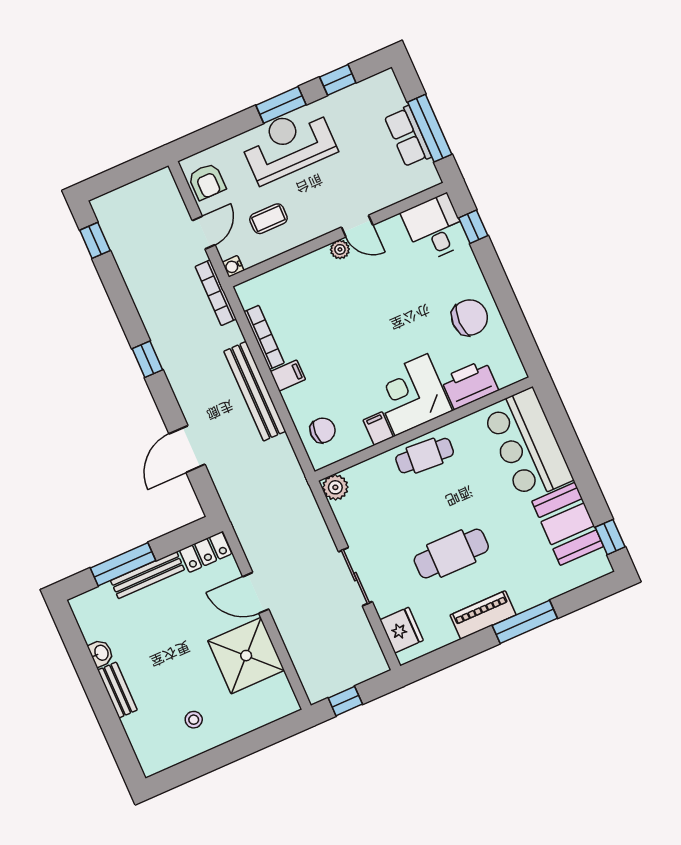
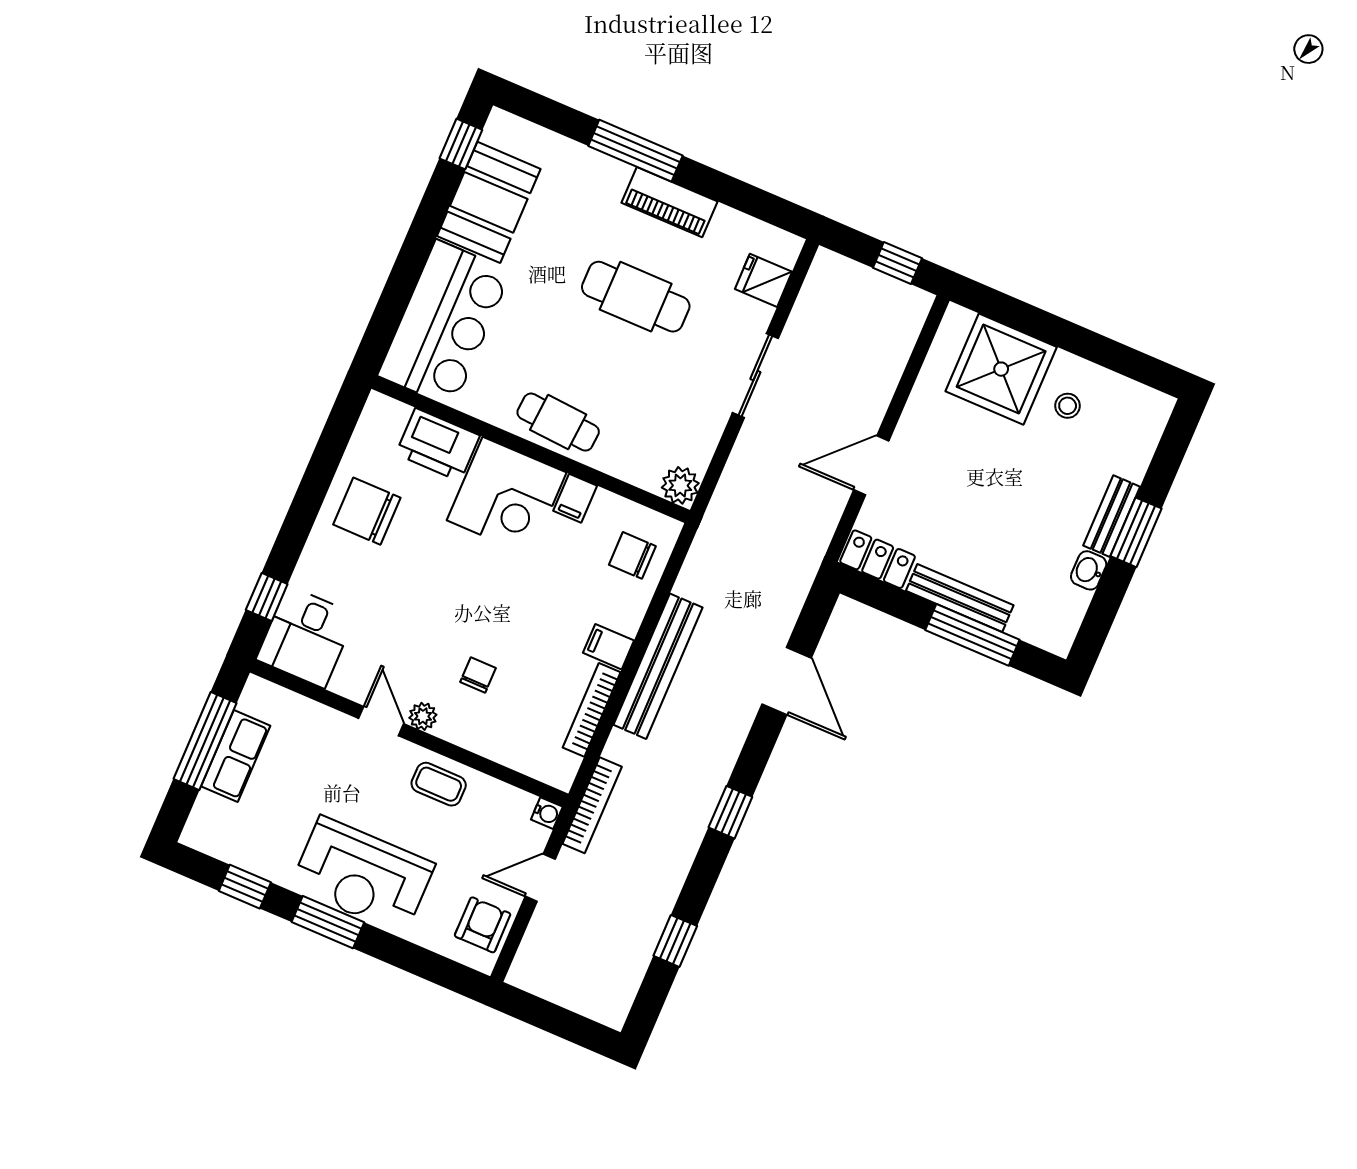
coffee table: (268, 219) -> (439, 784), moved
window: (95, 240) -> (675, 941), moved
chair: (335, 297) -> (478, 675), added
door: (187, 449) -> (787, 681), hinge flipped
door: (256, 593) -> (871, 465), swing flipped
fridge: (402, 630) -> (763, 280), width x0.72
shower: (246, 656) -> (1001, 369), moved
window: (98, 695) -> (1136, 532), added

